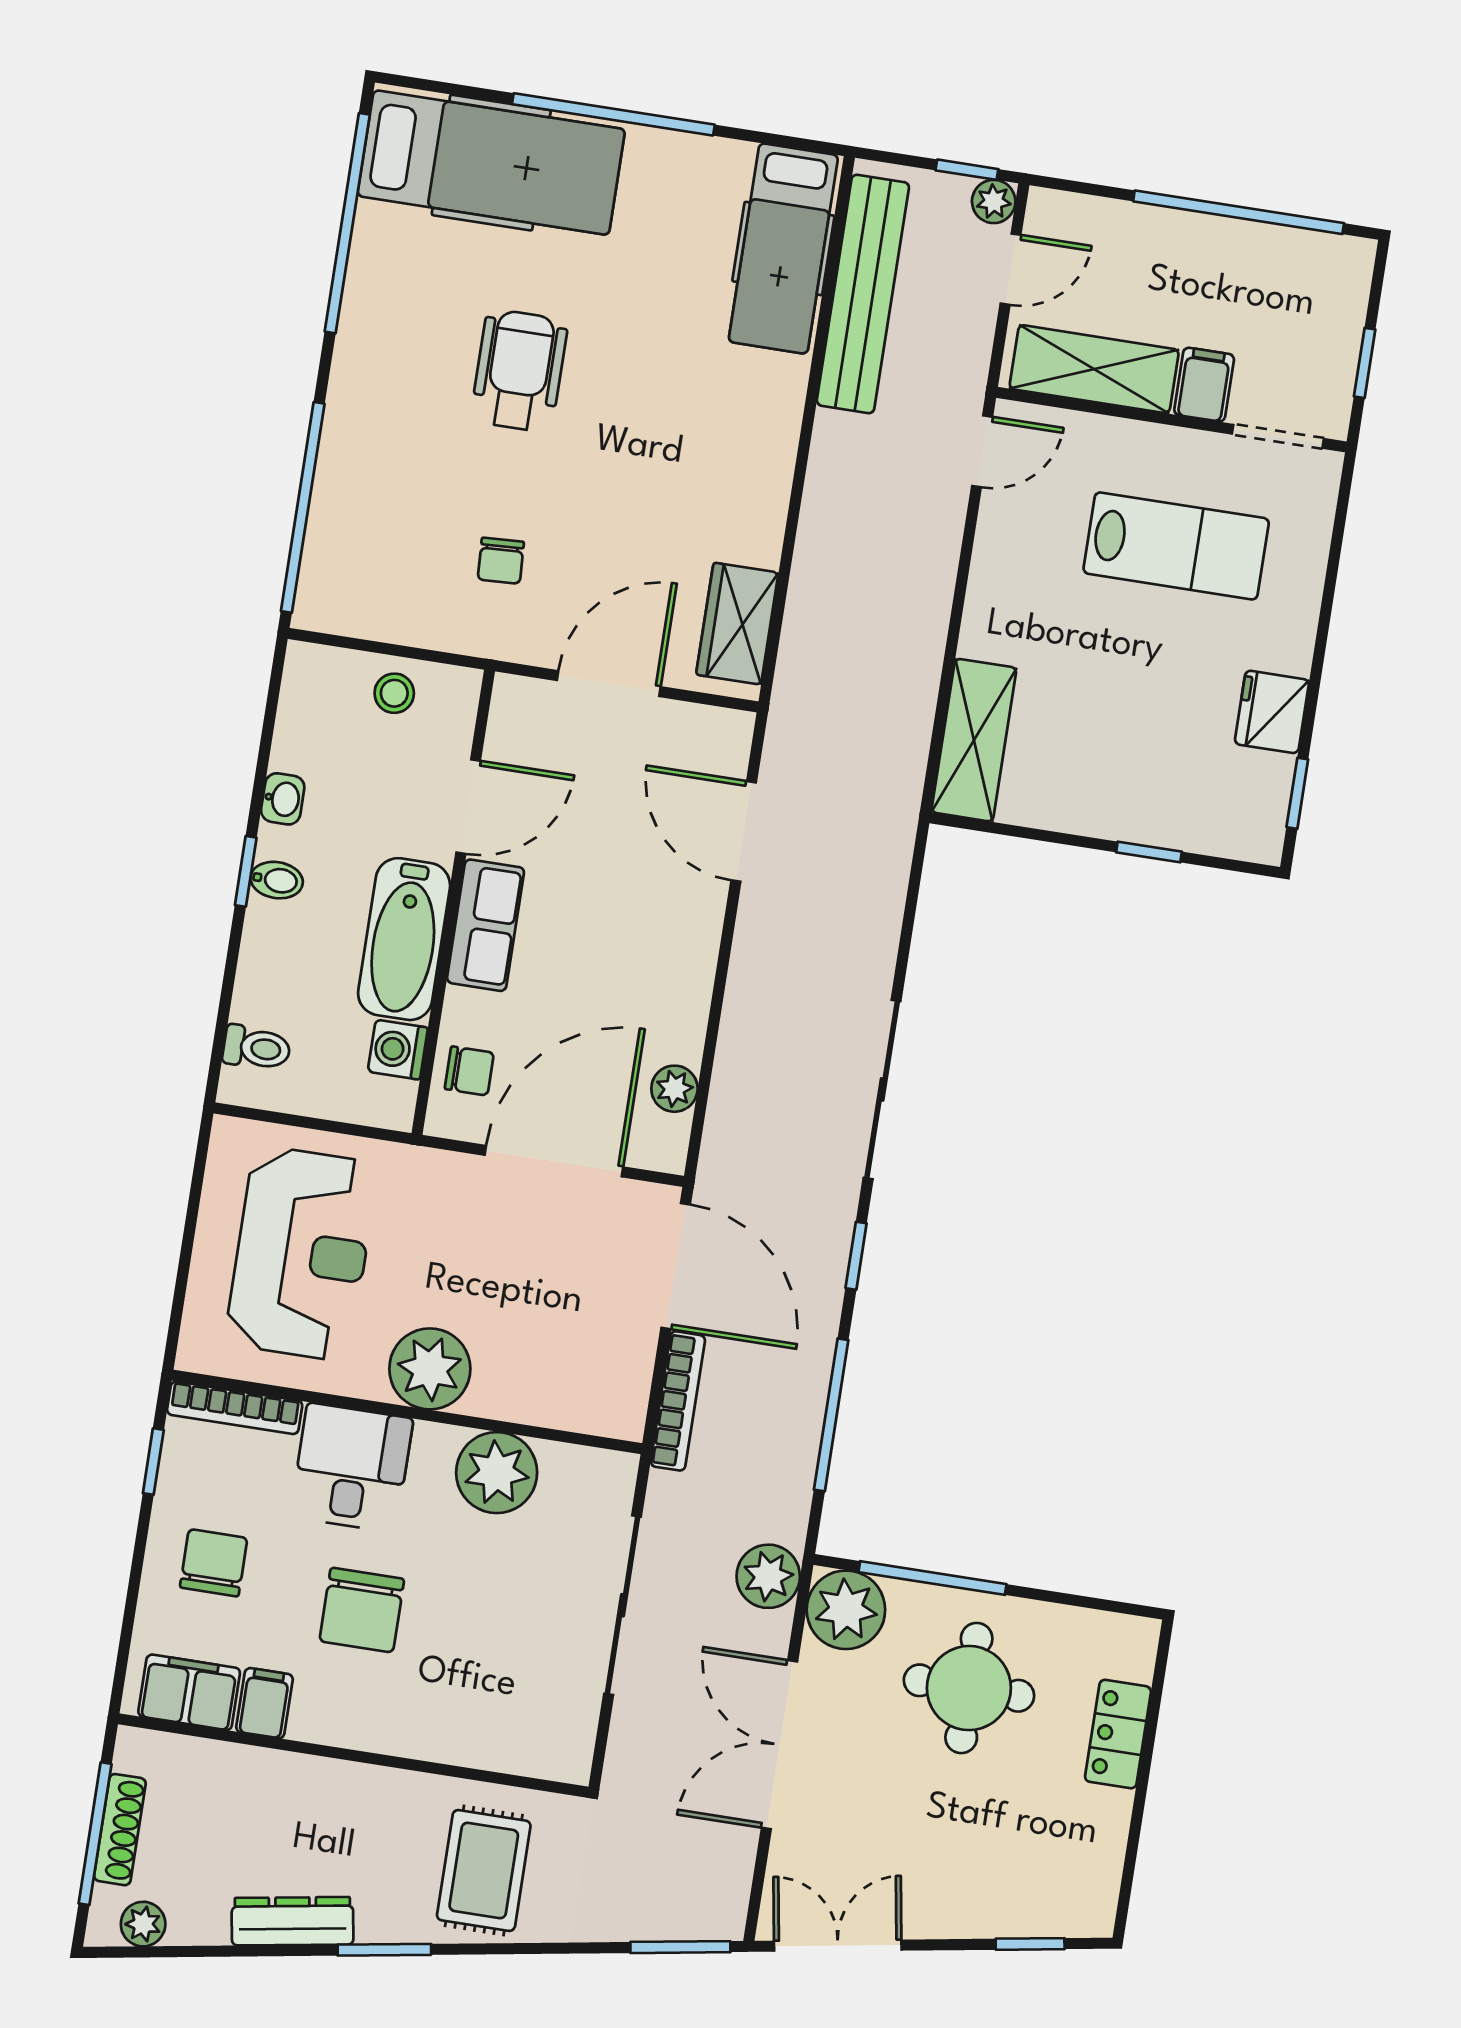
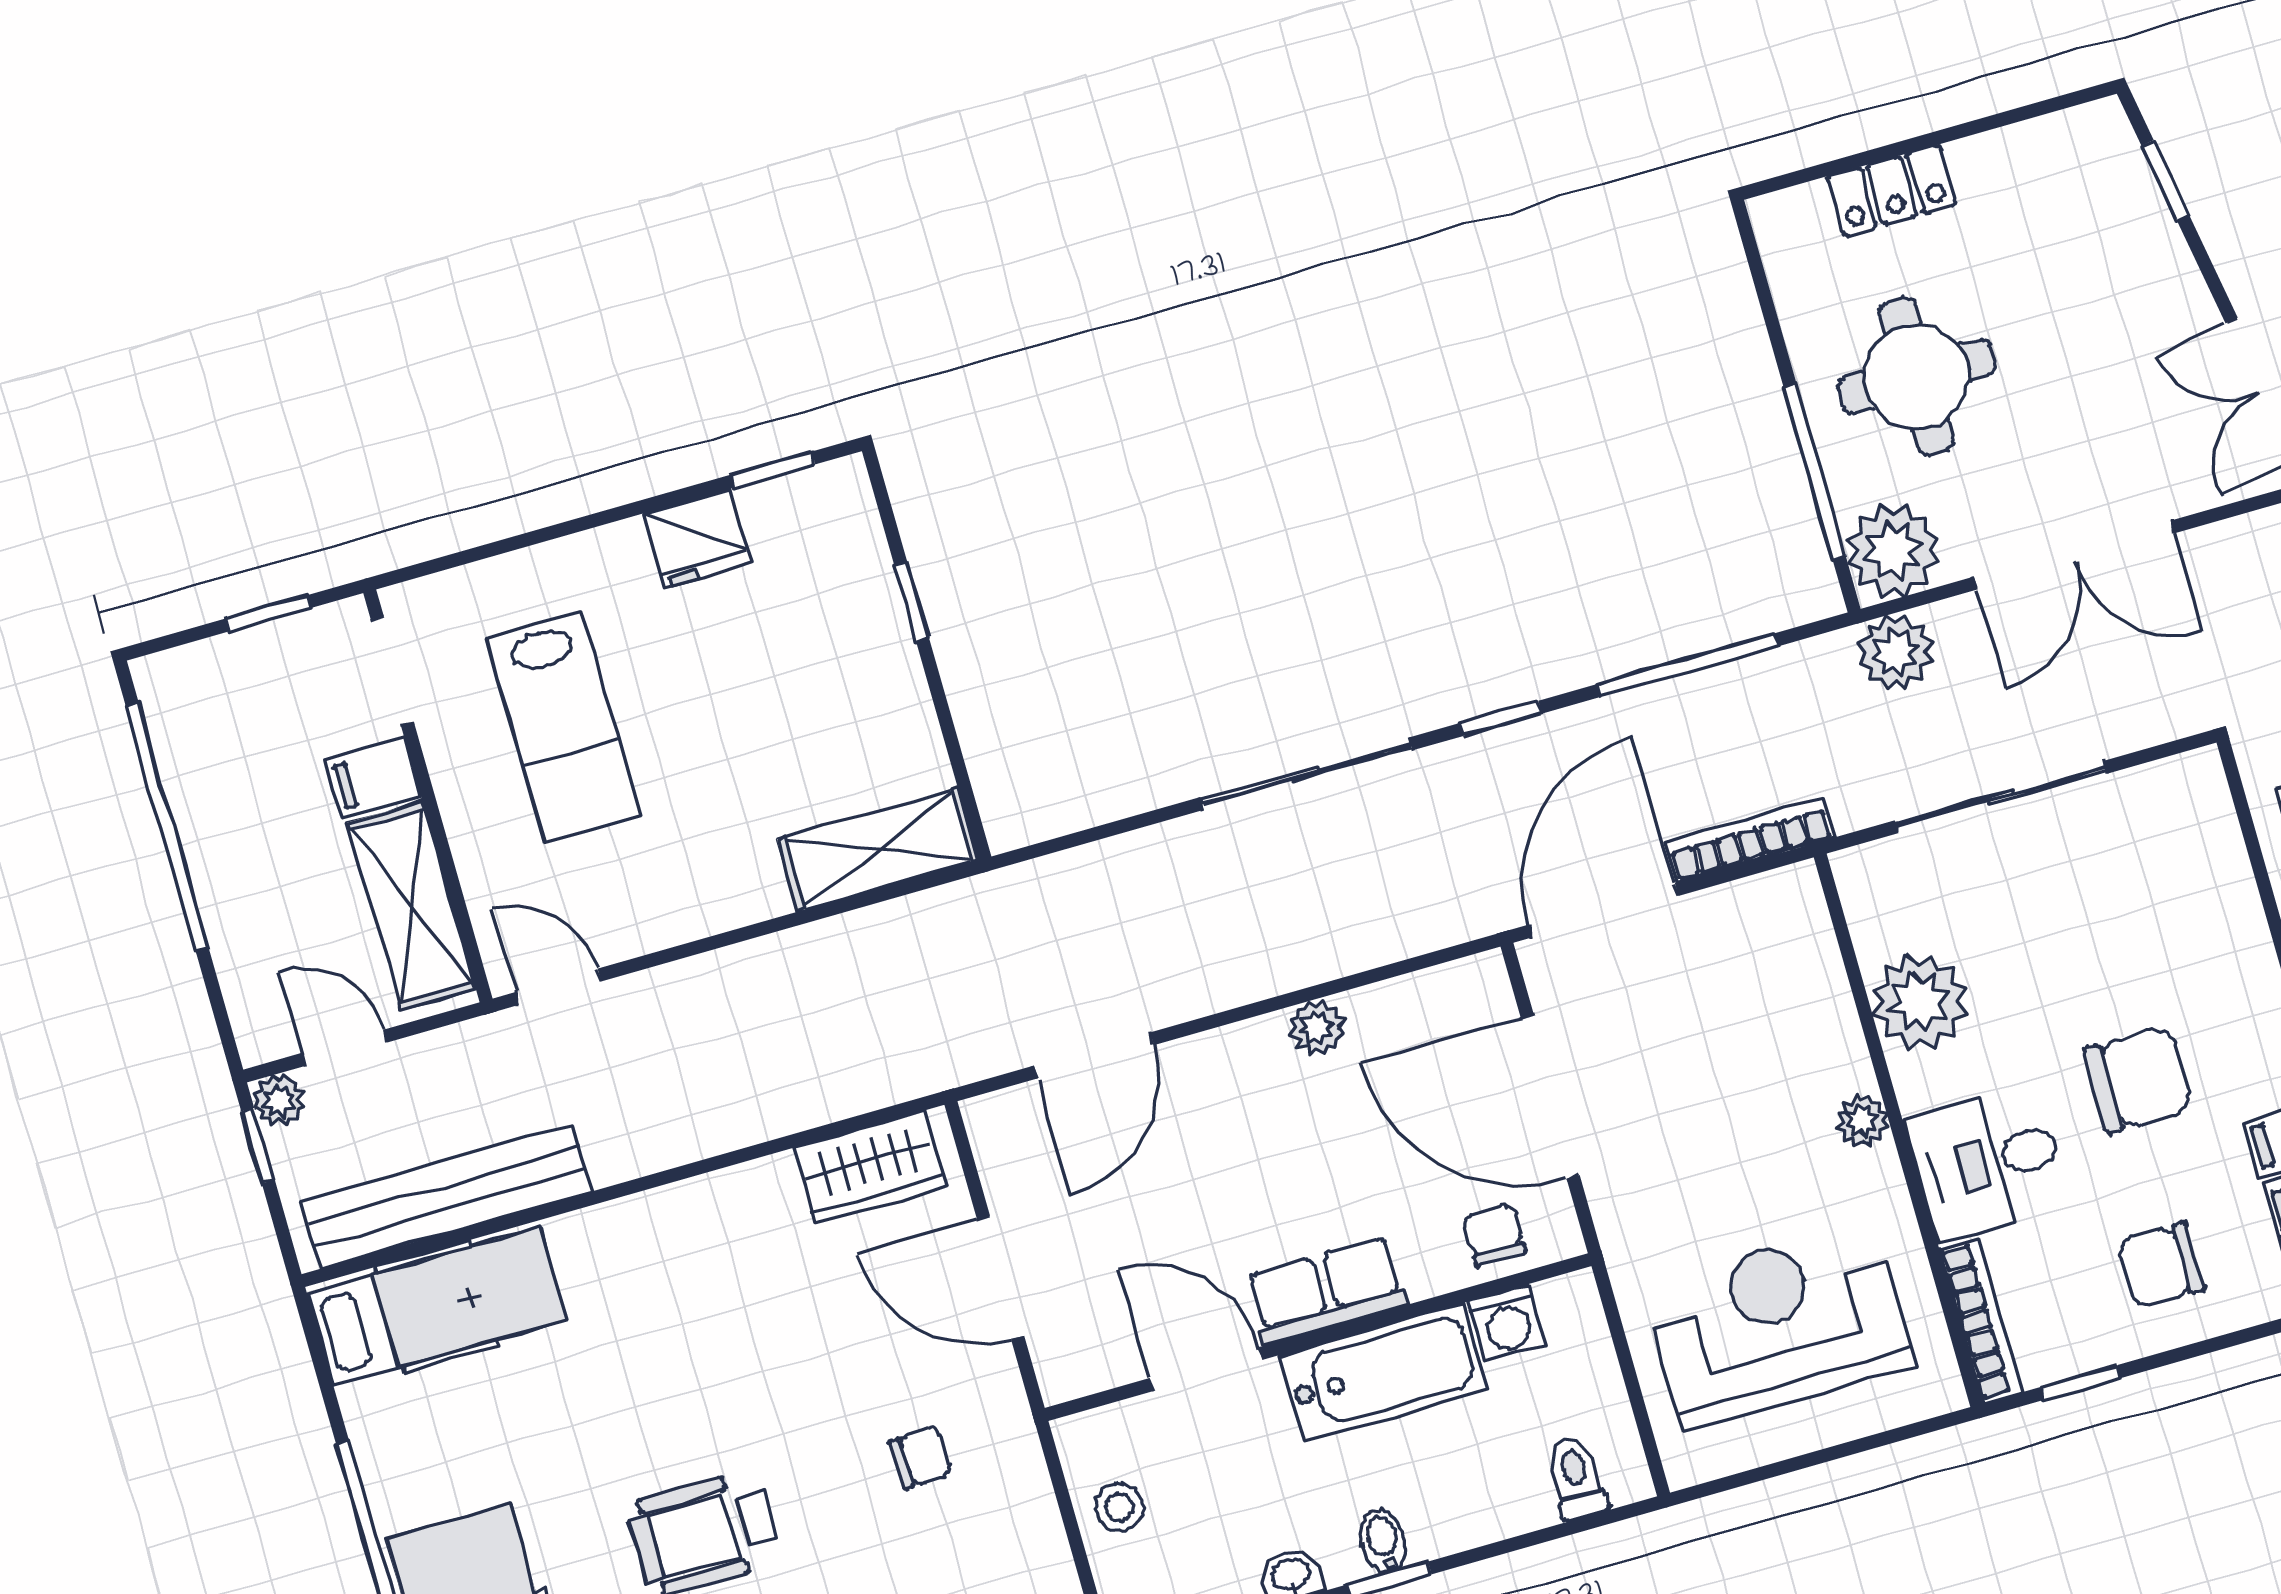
lab bench: (1176, 546) -> (564, 727), turned 180
plant: (674, 1089) -> (1317, 1028), moved
plant: (430, 1369) -> (1862, 1121), width x0.53, depth x0.53

